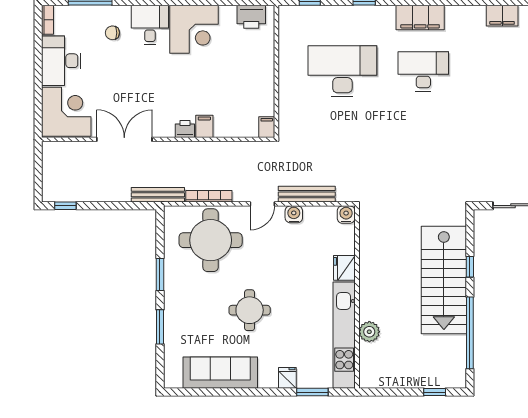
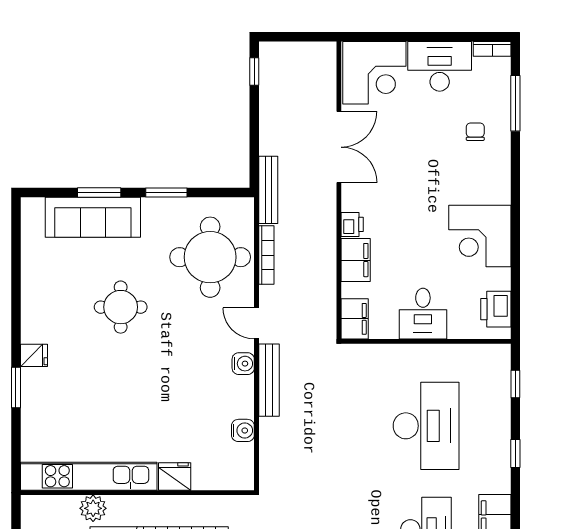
desk: (150, 25) -> (423, 314), moved, turned 90
filing cabinet: (204, 126) -> (356, 260), width x2.00
filing cabinet: (267, 127) -> (355, 319), width x2.00
fridge: (344, 268) -> (175, 476), moved
wall: (357, 297) -> (137, 493), moved
plant: (369, 332) -> (93, 508), moved
kitchen unit: (344, 335) -> (89, 476), moved
sofa: (220, 373) -> (93, 217), moved, turned 90

